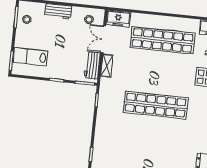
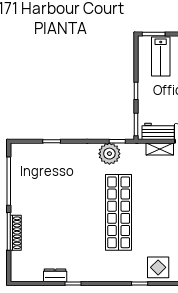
lab bench: (30, 57) -> (161, 57), turned 180
plant: (106, 108) -> (109, 154), added

